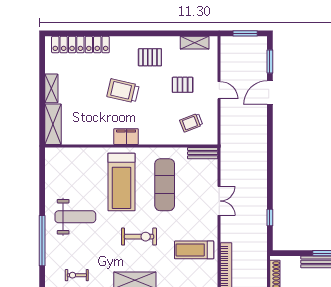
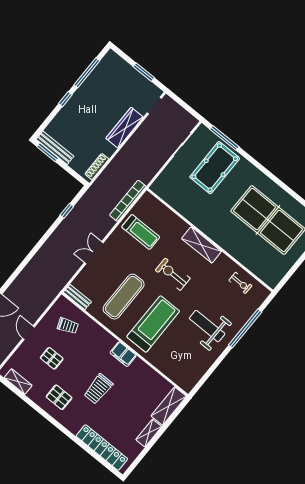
trolley: (123, 91) -> (98, 389), turned 77

